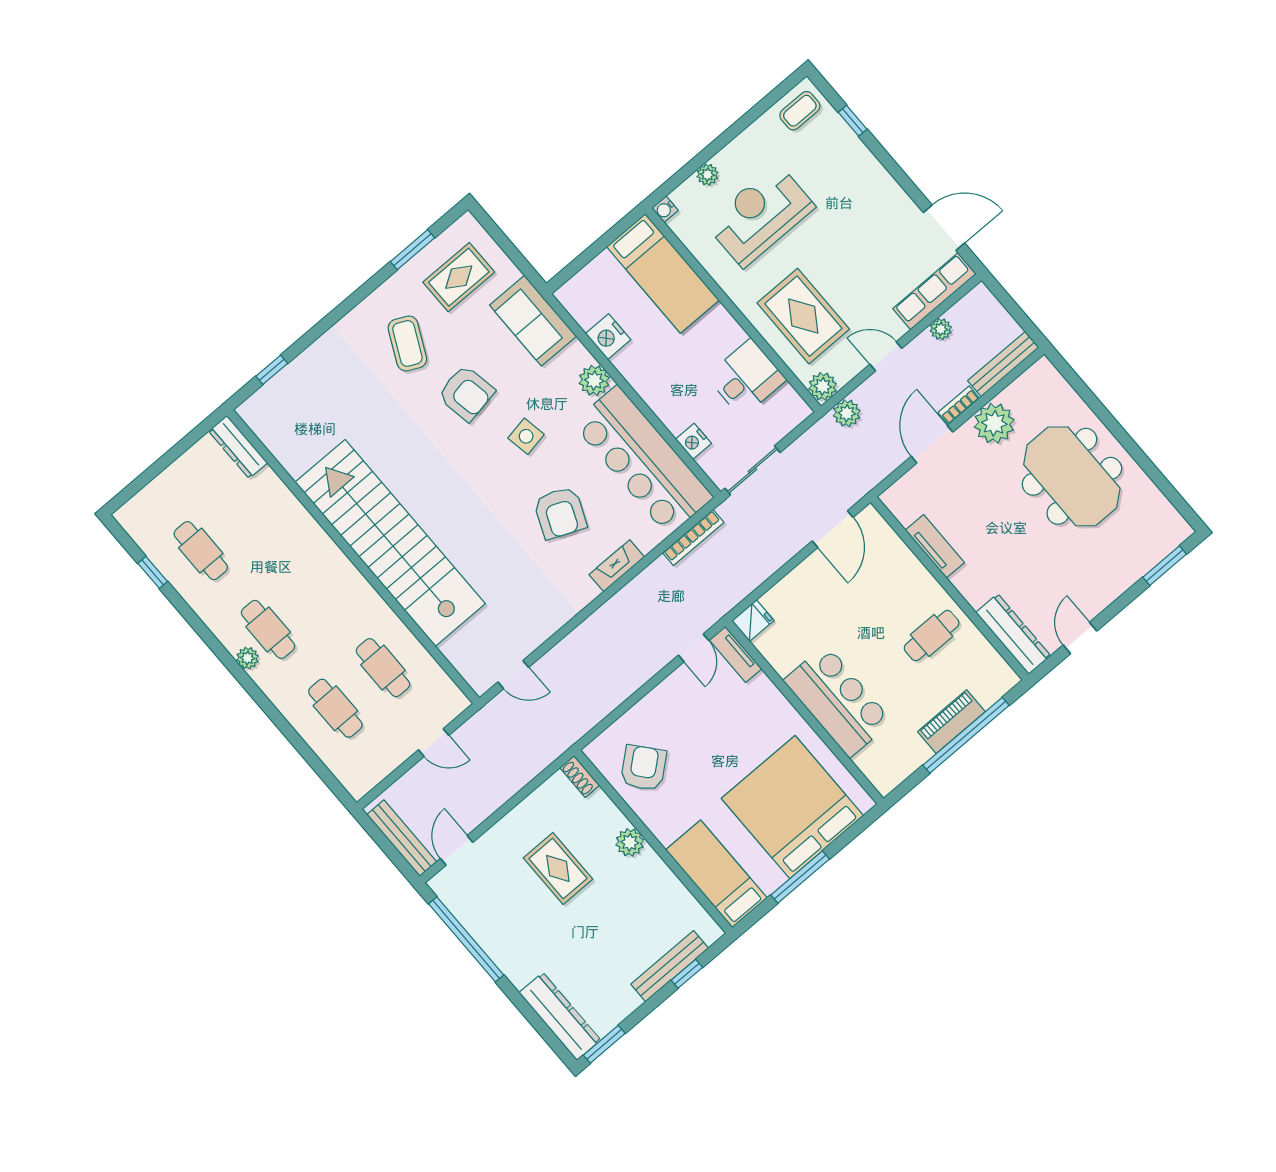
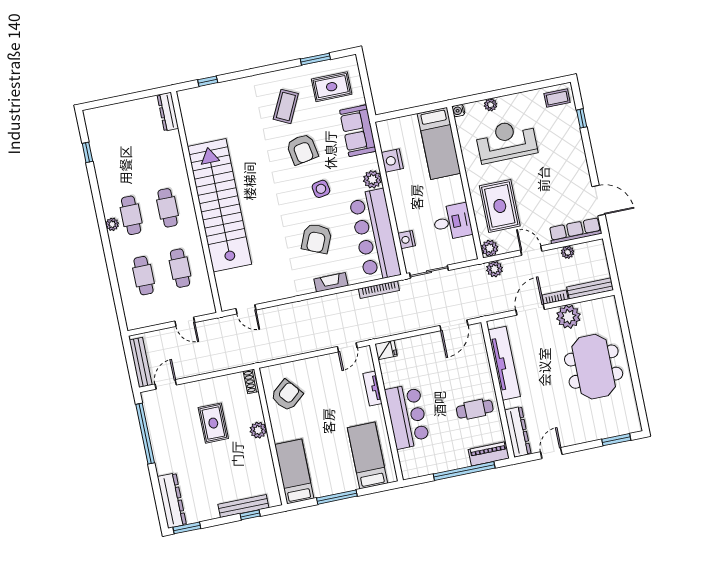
tv unit: (935, 546) -> (504, 363), width x1.92, depth x1.29
cafe table: (201, 551) -> (168, 208), moved
tv unit: (736, 654) -> (373, 389), moved
piano: (951, 722) -> (489, 454), moved
bed: (792, 807) -> (367, 456), width x0.49

